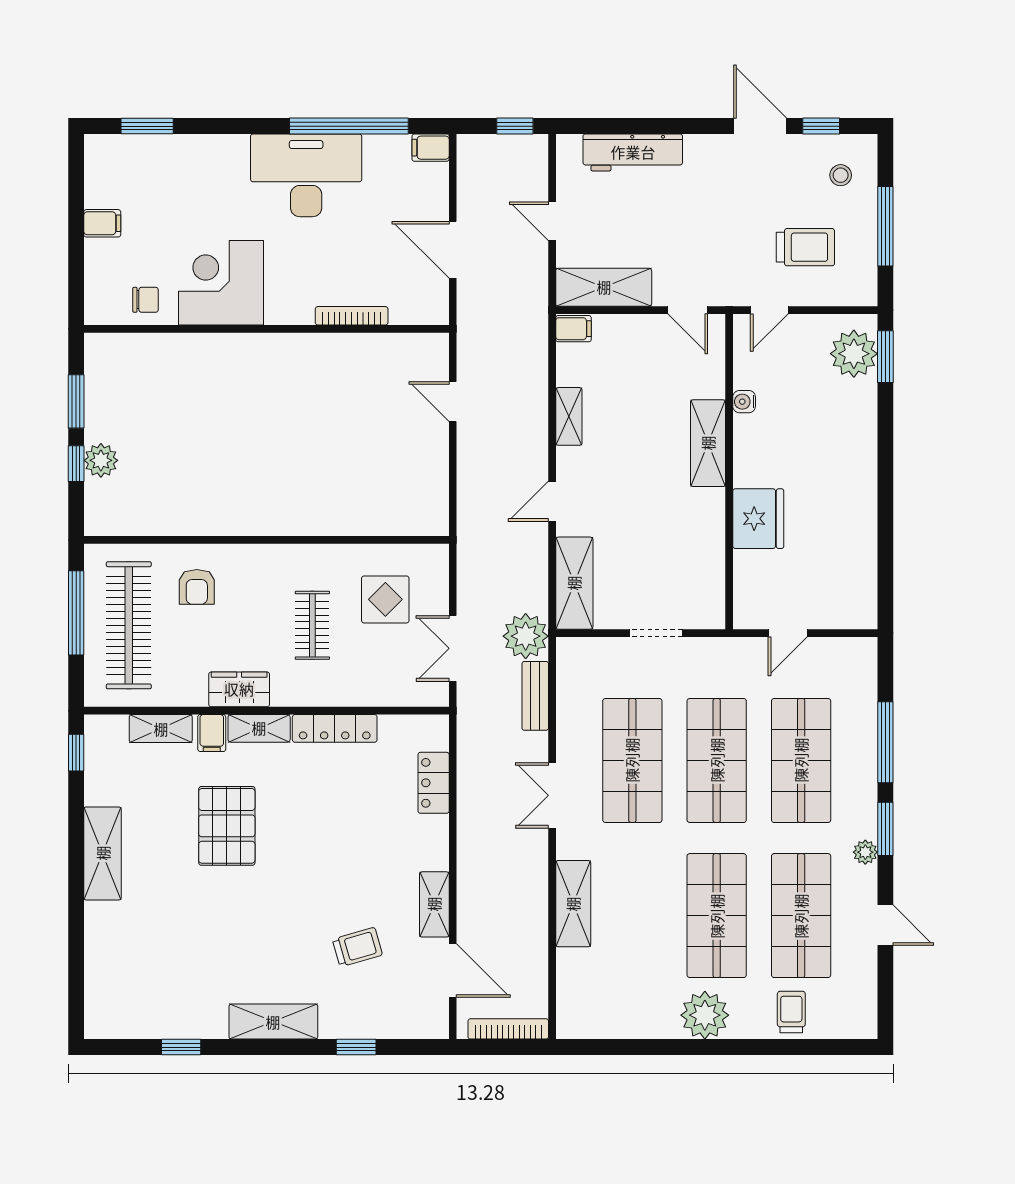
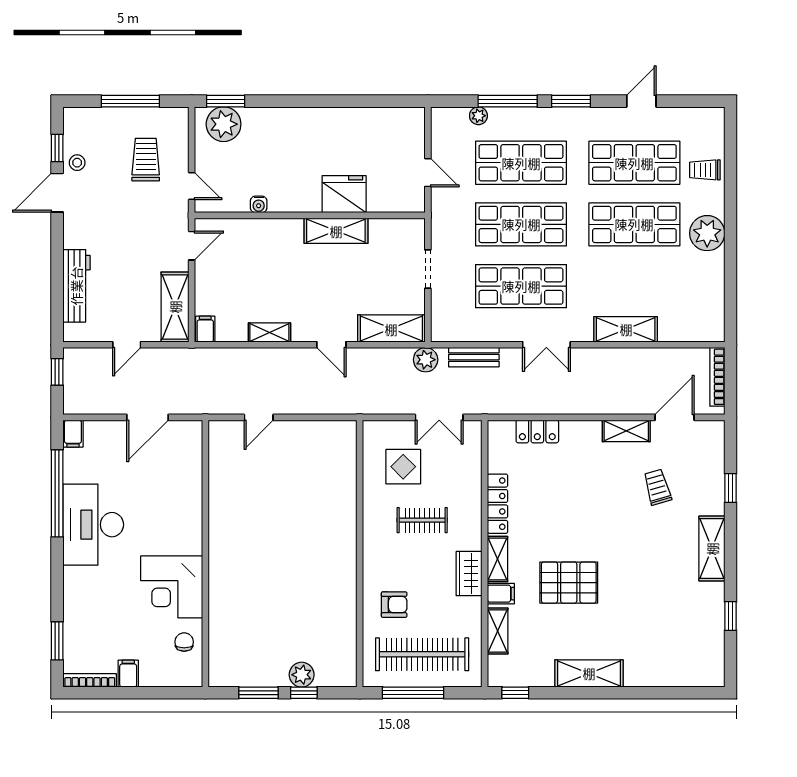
stool: (841, 175) -> (77, 163), moved
bookcase: (352, 316) -> (90, 680), moved, turned 90
shelving: (708, 443) -> (336, 231), moved
plant: (526, 636) -> (426, 360), width x0.73, depth x0.73
plant: (865, 852) -> (478, 116), moved

